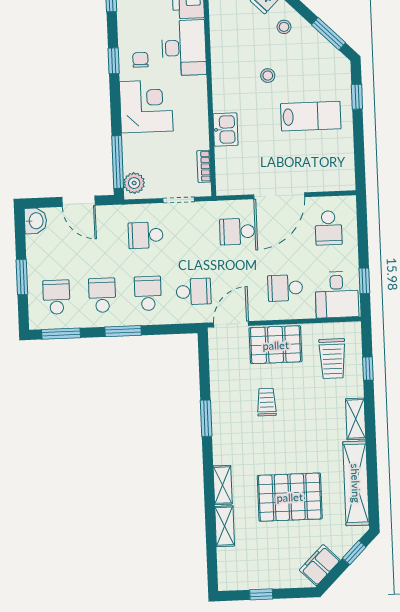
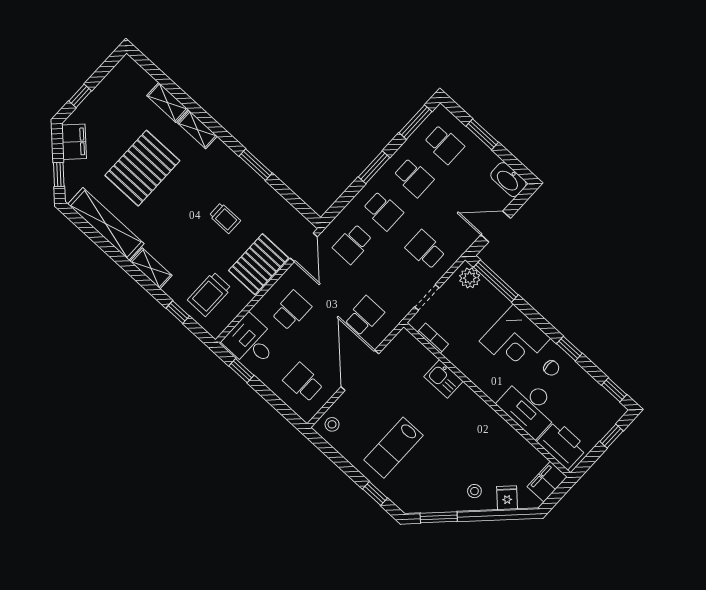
stool: (268, 76) -> (332, 424), moved
washbasin: (35, 221) -> (508, 180), width x1.38
school desk: (146, 235) -> (425, 250), turned -90
trolley: (332, 359) -> (209, 294), turned -90
window: (261, 594) -> (80, 96), moved

